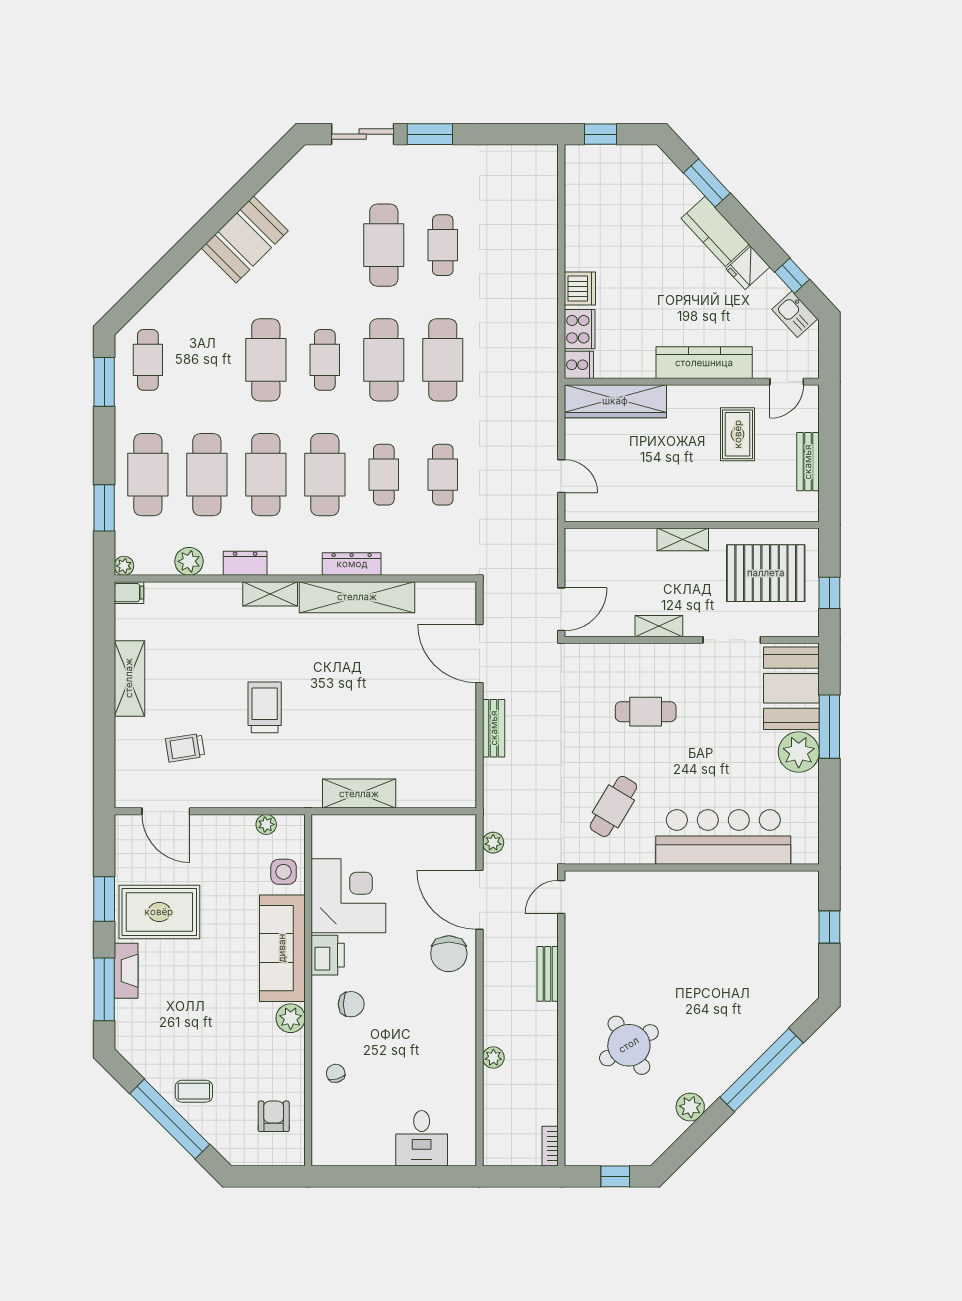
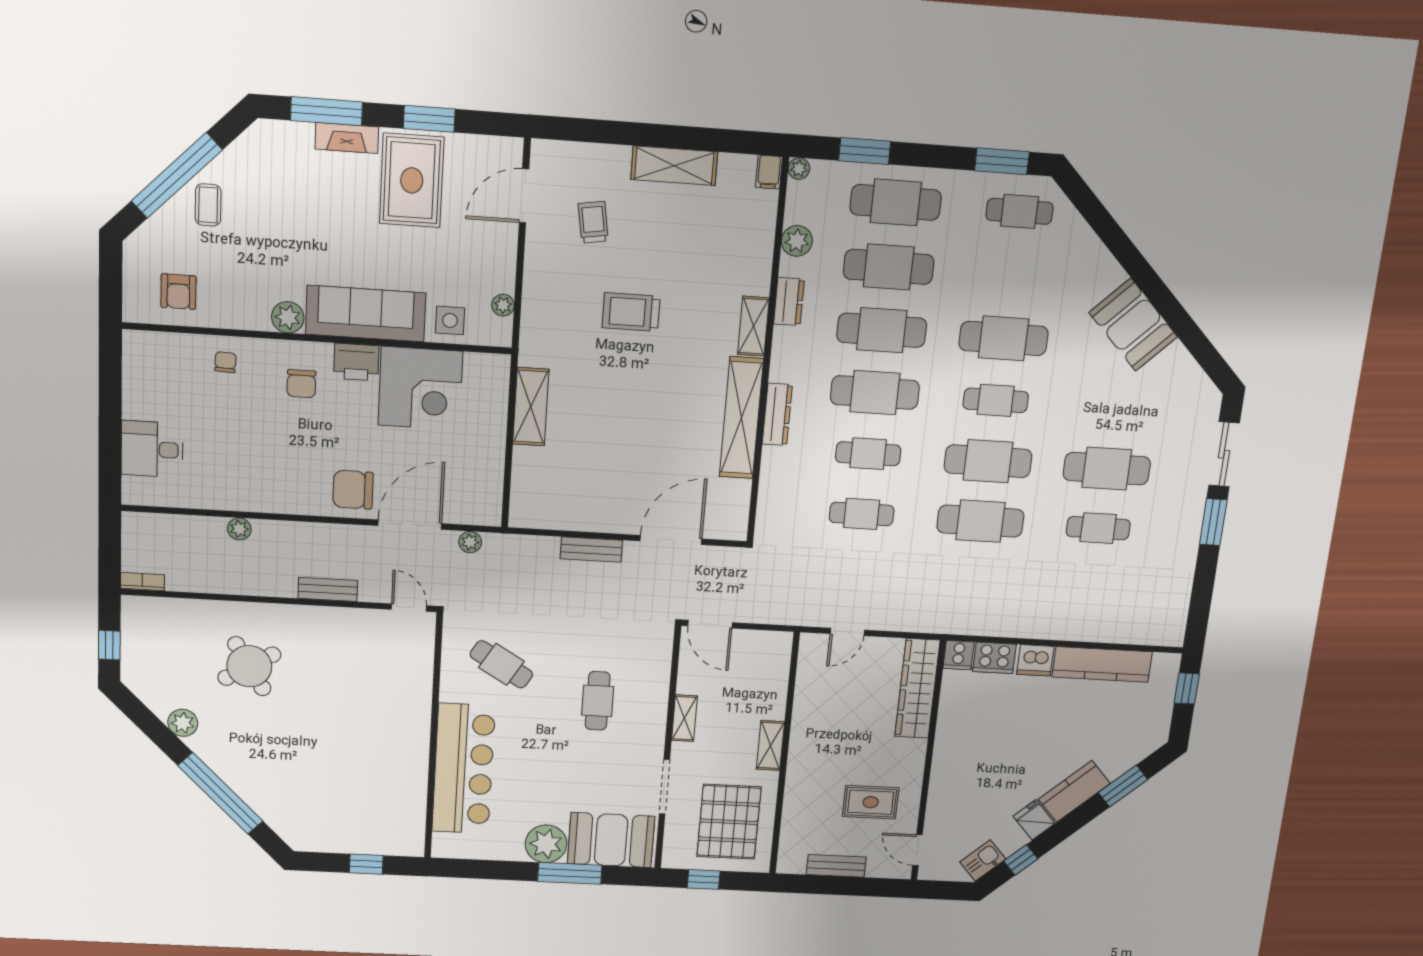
kitchen counter: (704, 363) -> (1102, 664), moved, turned 90
trolley: (265, 707) -> (631, 312), turned 180
chair: (336, 1073) -> (225, 362), turned -71
armchair: (274, 1116) -> (178, 292), turned 90

